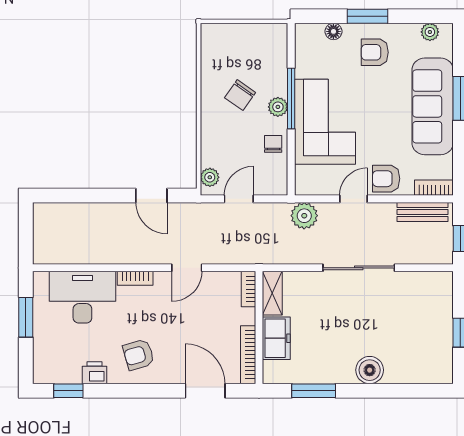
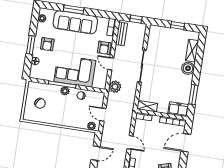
chair: (240, 95) -> (40, 103), moved
freezer: (276, 338) -> (178, 109), moved
shelving: (410, 373) -> (192, 51), added

